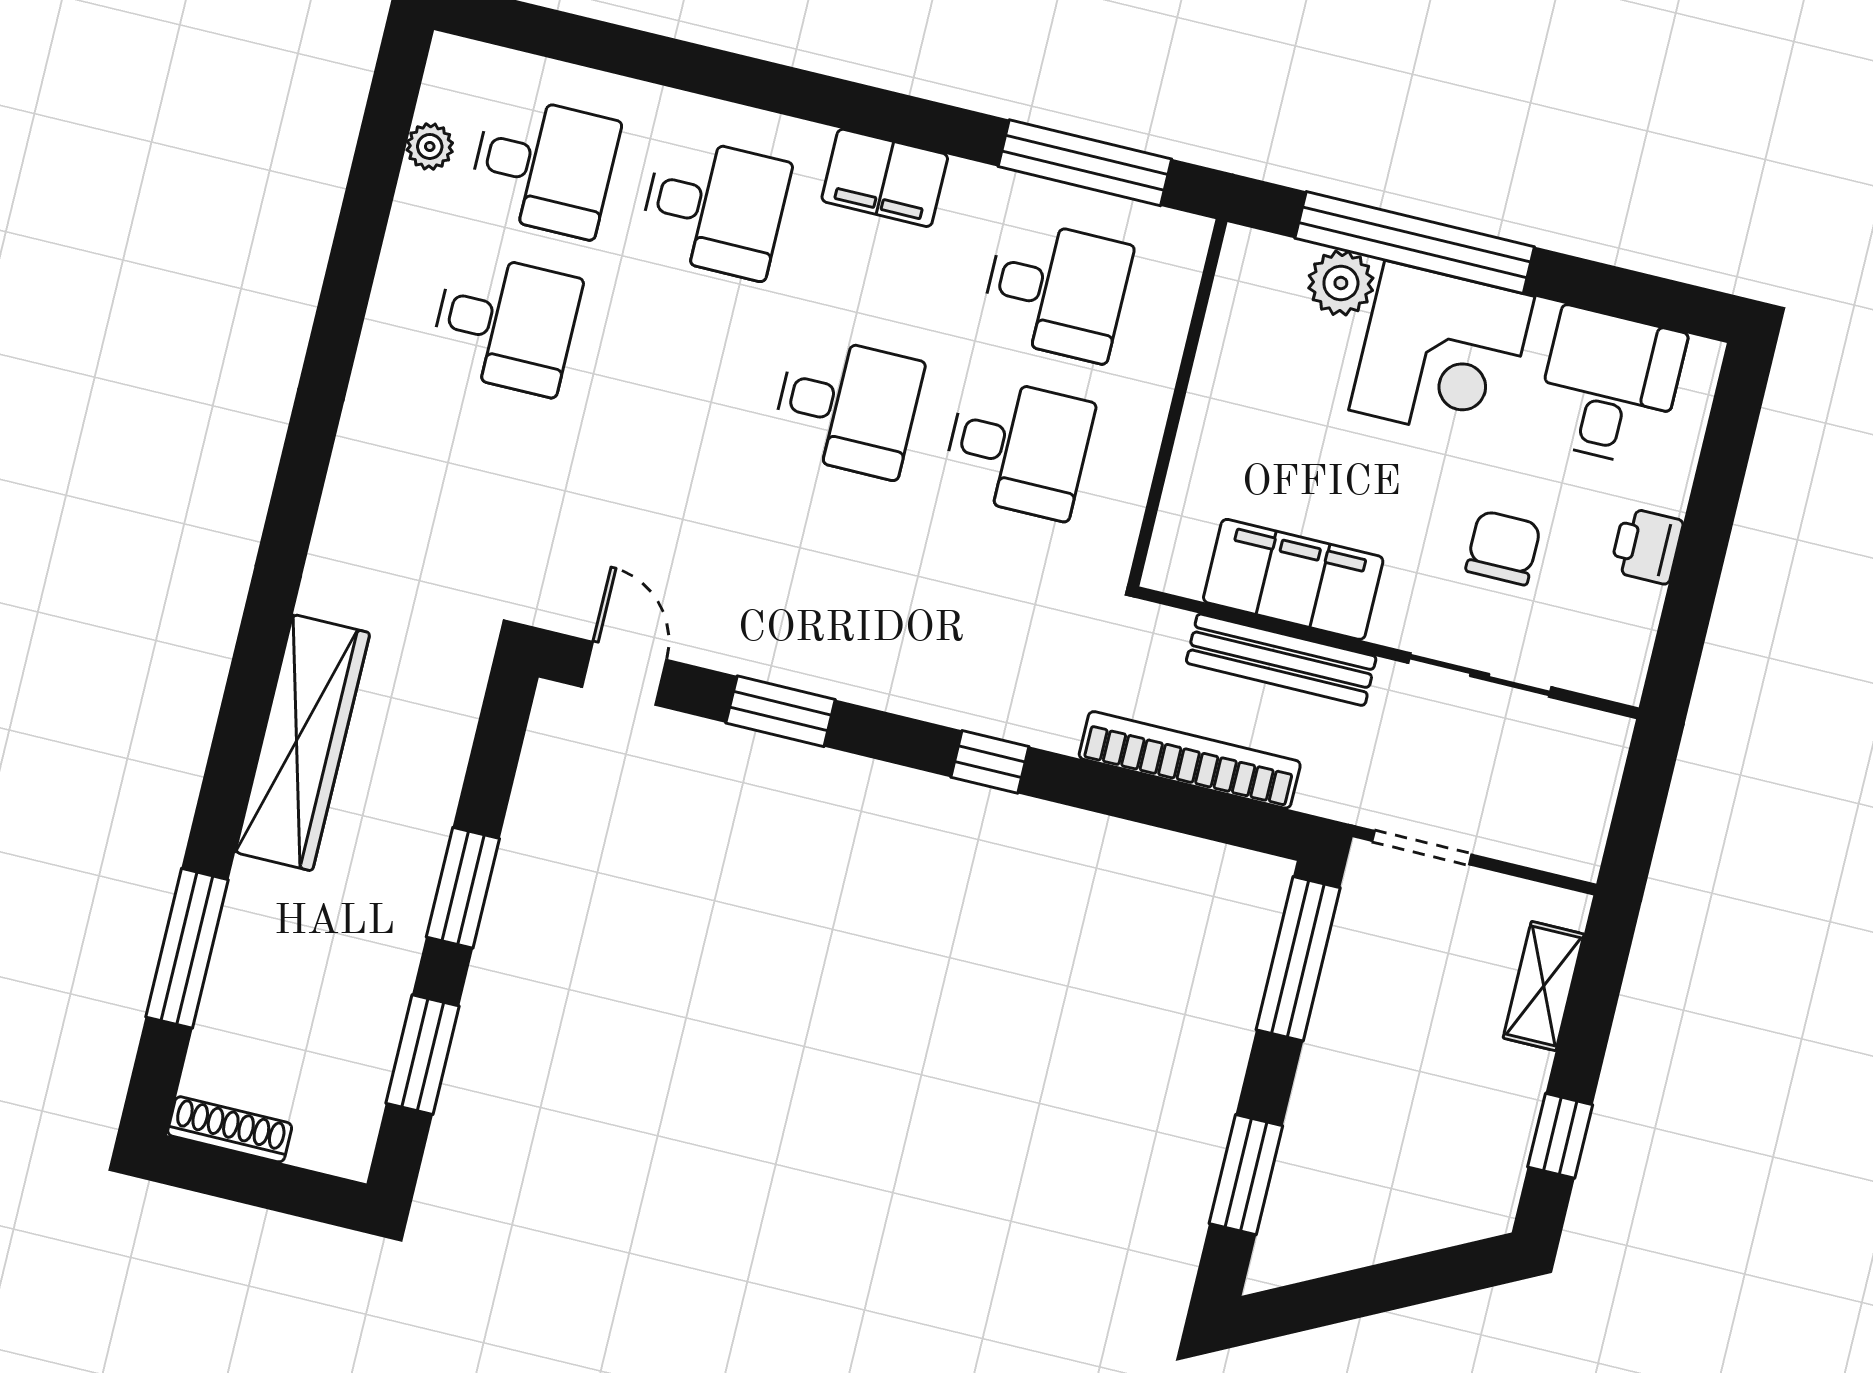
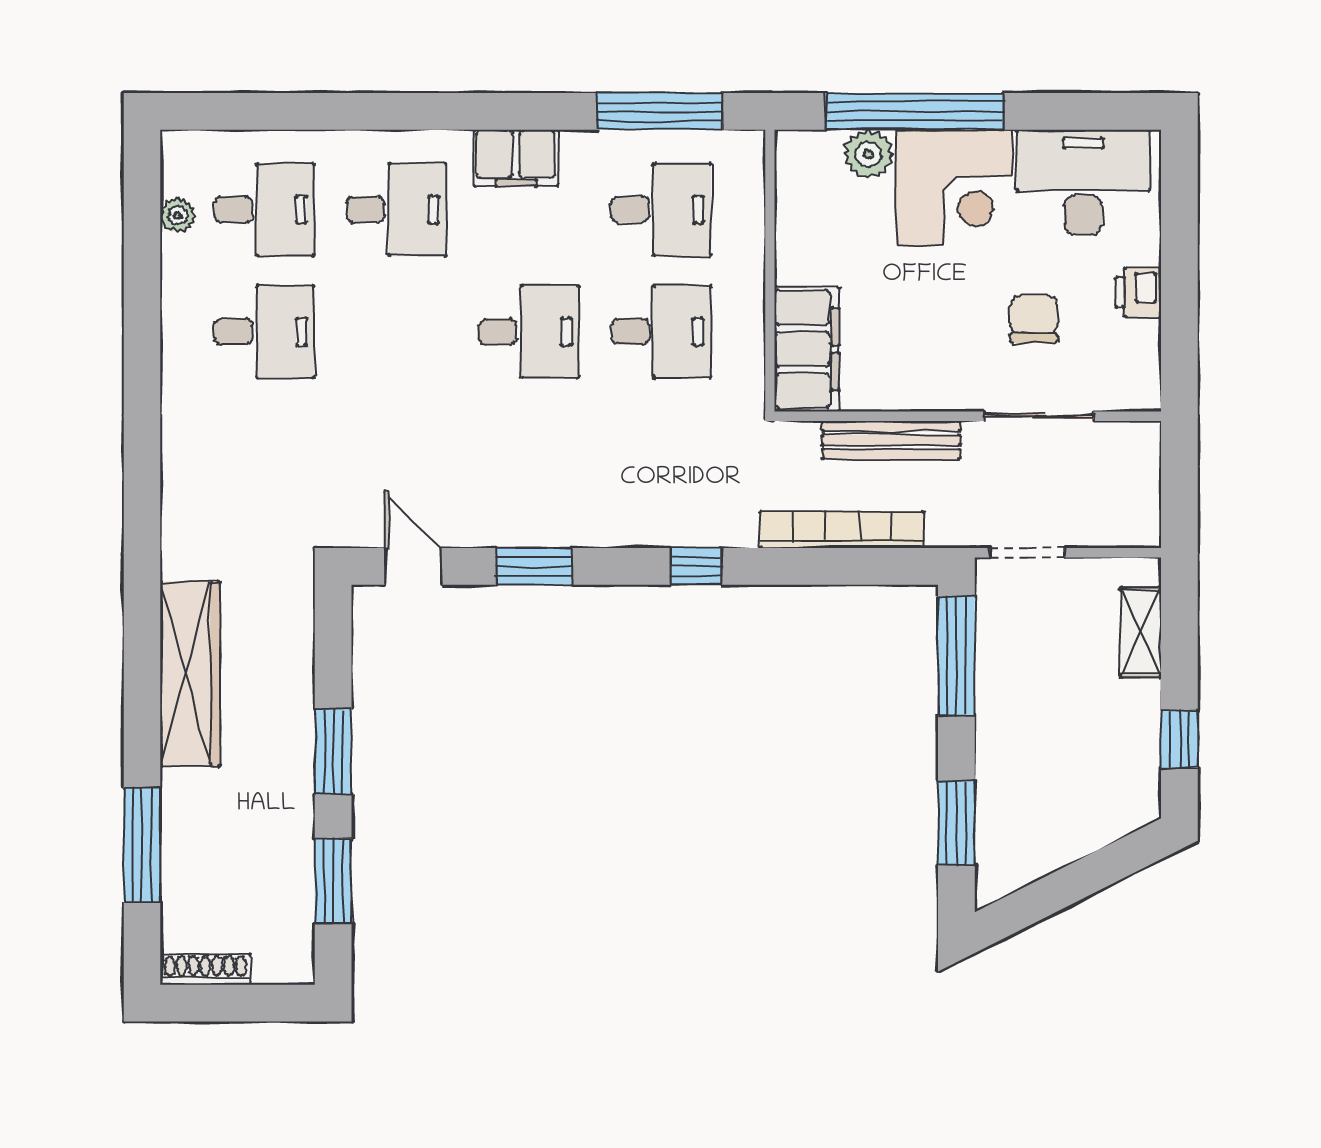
desk: (1610, 386) -> (1083, 182), width x1.37
filing cabinet: (1293, 579) -> (807, 349), moved, turned 90

